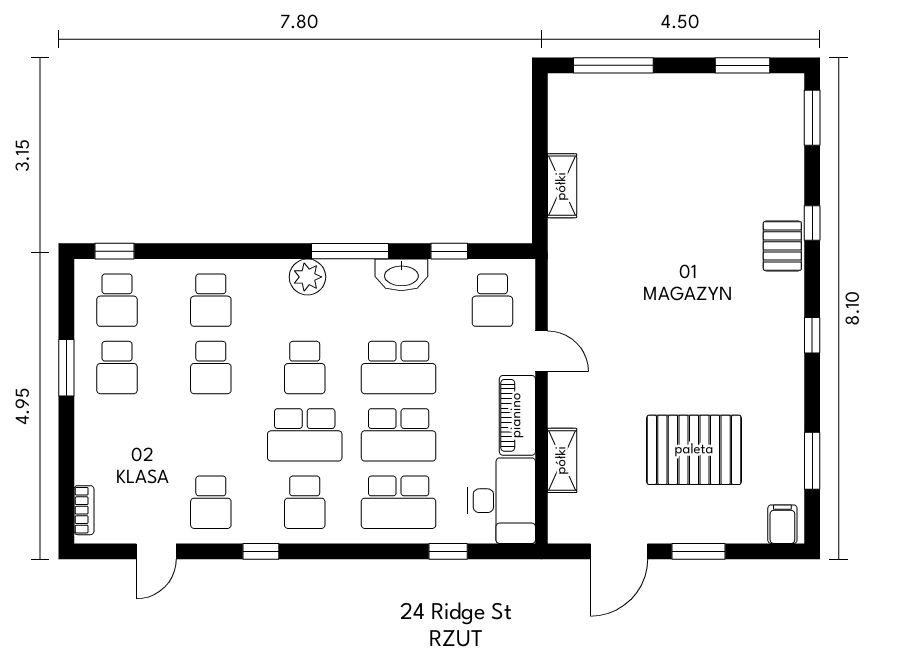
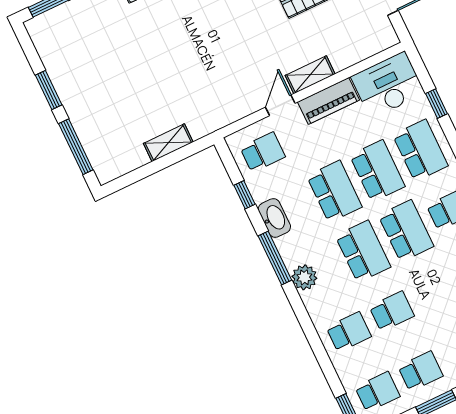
window: (743, 65) -> (49, 90), moved
school desk: (305, 368) -> (363, 251), width x1.85
shelving: (562, 460) -> (310, 75), moved

